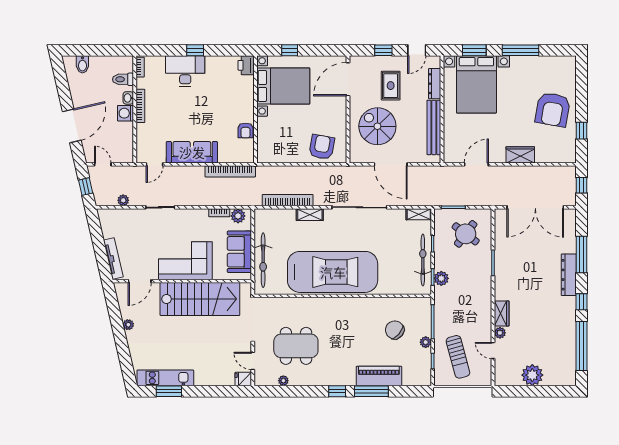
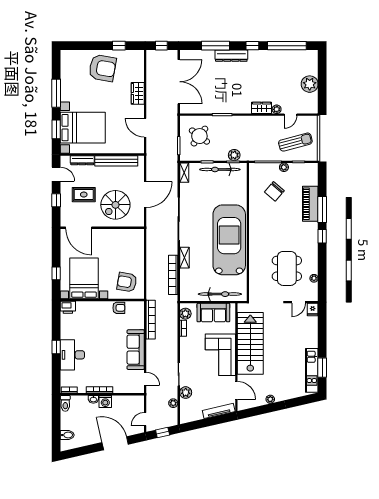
toilet: (123, 79) -> (65, 403), moved
armchair: (322, 147) -> (127, 282), moved
plant: (137, 216) -> (186, 393), added

